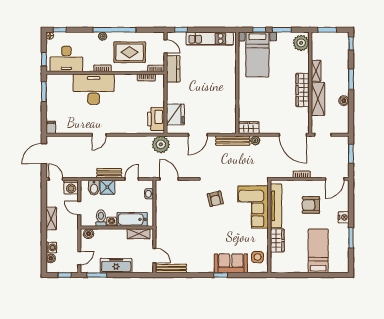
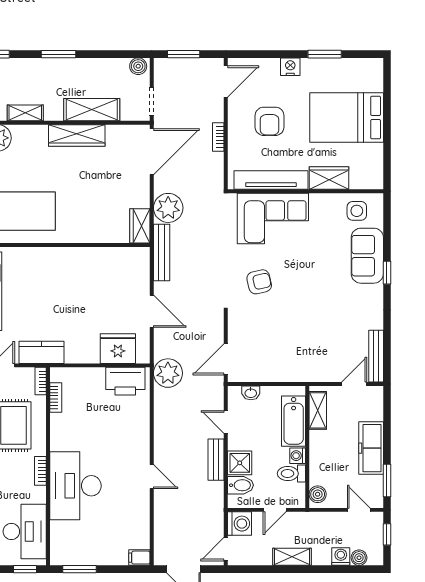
shelving: (316, 71) -> (25, 113), moved
boiler: (344, 101) -> (138, 66), moved
plant: (255, 140) -> (168, 208), width x1.88, depth x1.88
door: (335, 179) -> (226, 82), hinge flipped
bed: (318, 251) -> (347, 118), width x1.50

